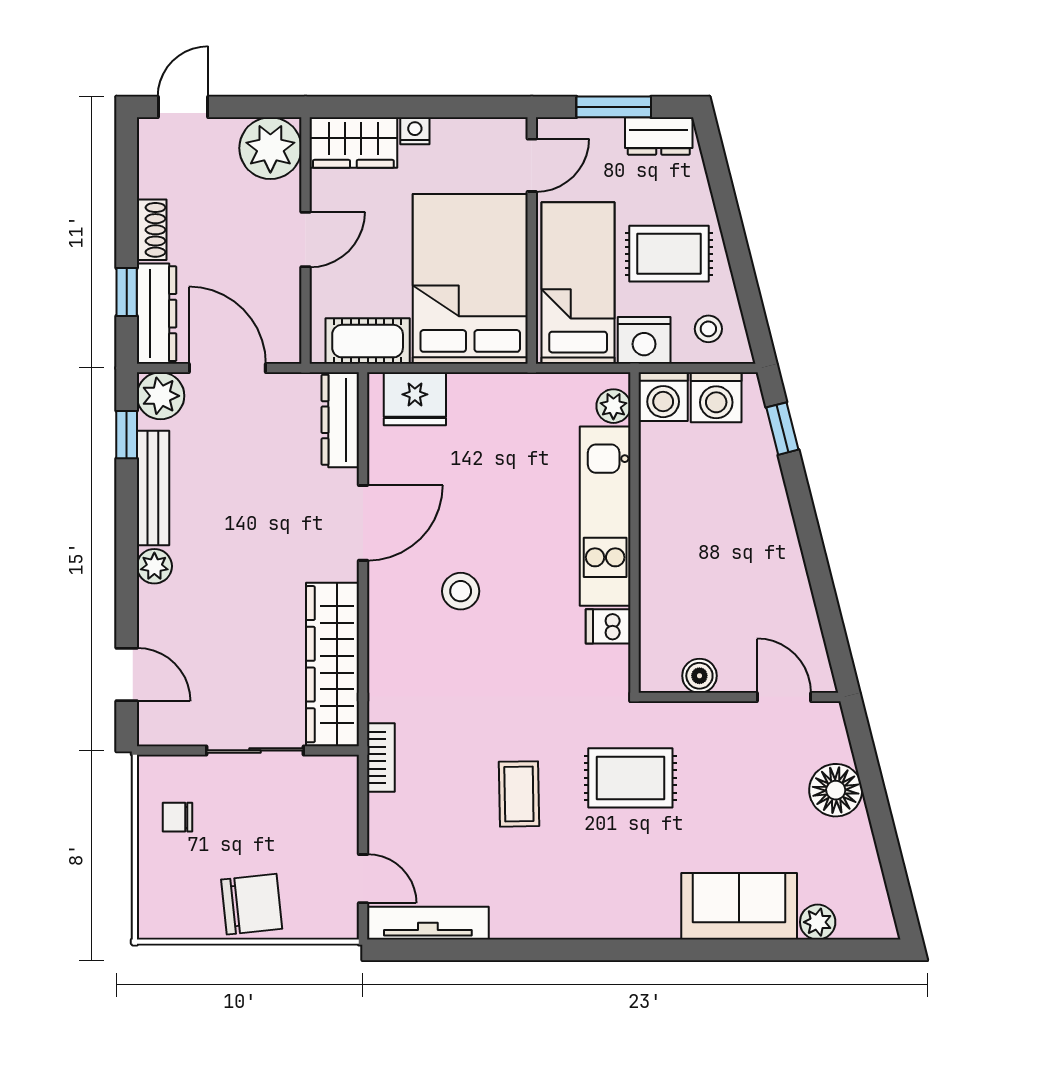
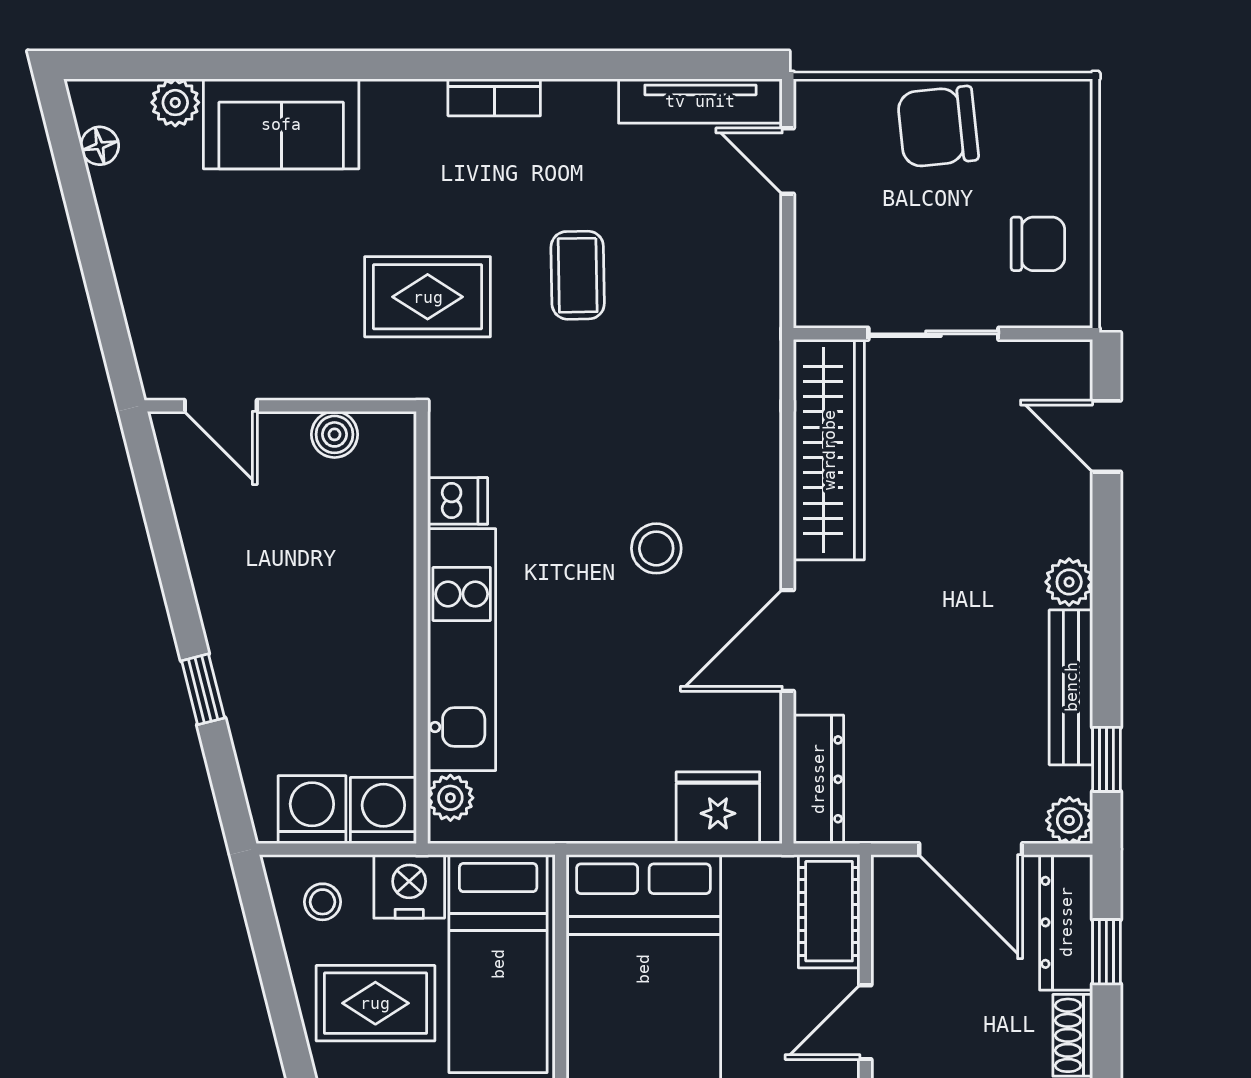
cot: (368, 341) -> (829, 911), moved, turned 90
plant: (161, 396) -> (1069, 820), width x0.73, depth x0.73
window: (782, 429) -> (203, 689), moved
bookcase: (381, 758) -> (494, 97), moved, turned -90
floor lamp: (836, 790) -> (100, 146), moved, width x0.53, depth x0.53
chair: (177, 817) -> (1038, 244), width x1.37, depth x1.37

